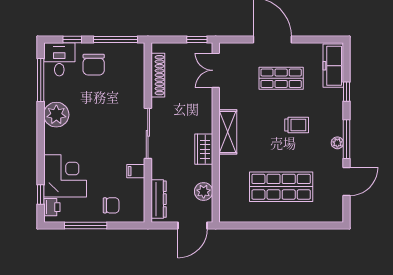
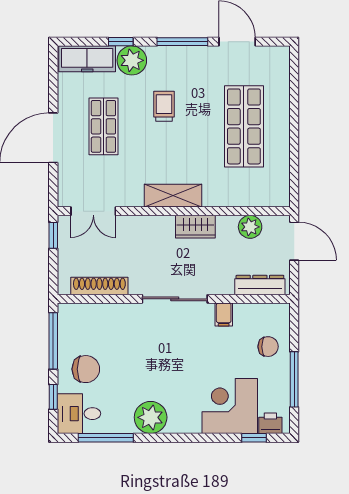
plant: (337, 143) -> (132, 60), moved, width x1.88, depth x1.88
chair: (111, 205) -> (268, 347), turned 90

